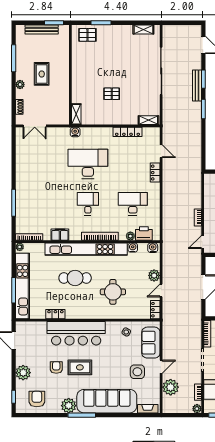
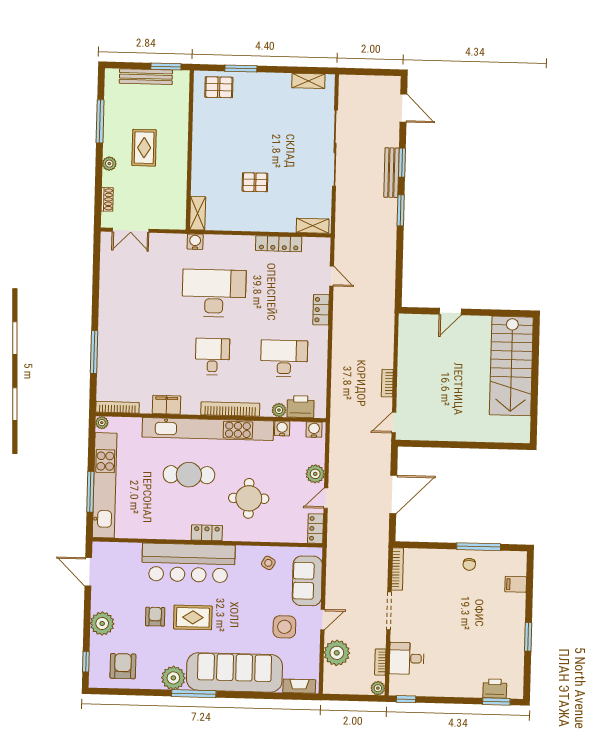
locker: (55, 314) -> (207, 533), moved

